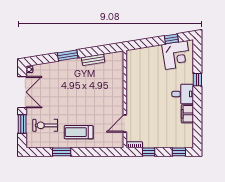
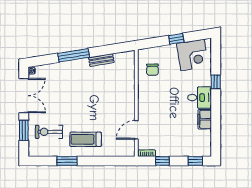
window: (171, 39) -> (176, 39), moved
window: (68, 55) -> (74, 55), width x1.44
chair: (140, 69) -> (152, 70), added

